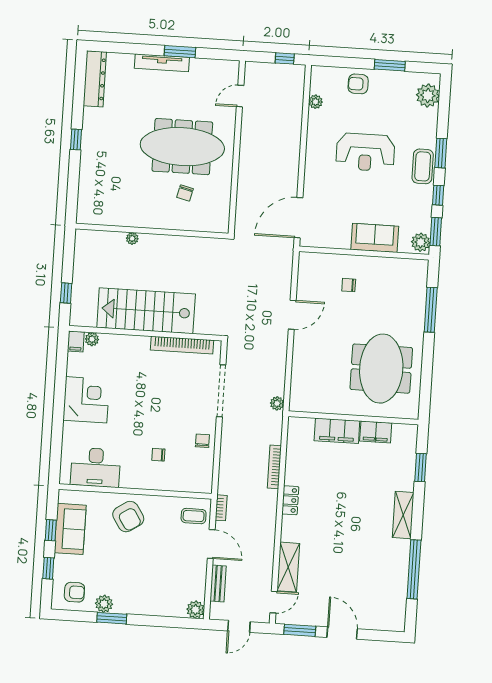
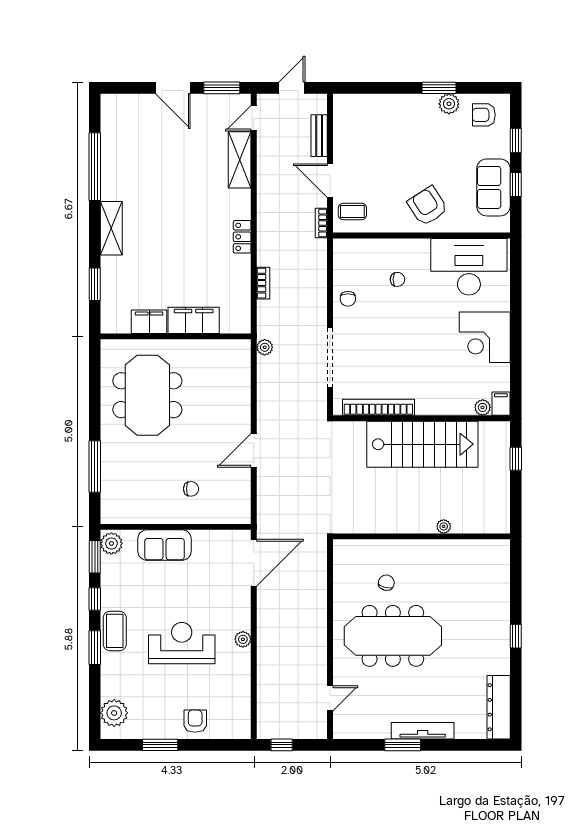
armchair: (358, 84) -> (195, 721), turned -90
plant: (316, 102) -> (243, 639), moved
desk: (95, 467) -> (469, 267), width x1.36, depth x1.30
bookcase: (274, 467) -> (263, 283), width x0.64
plant: (195, 610) -> (343, 104), removed

